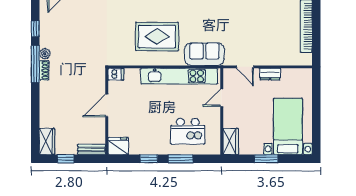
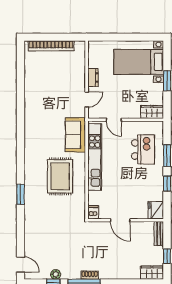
plant: (45, 54) -> (56, 274), moved

